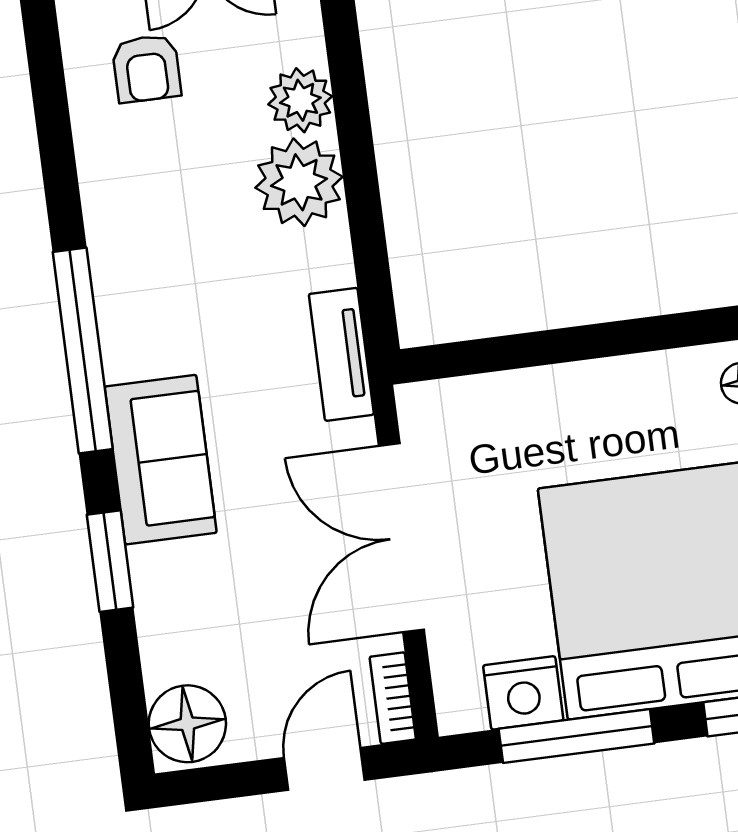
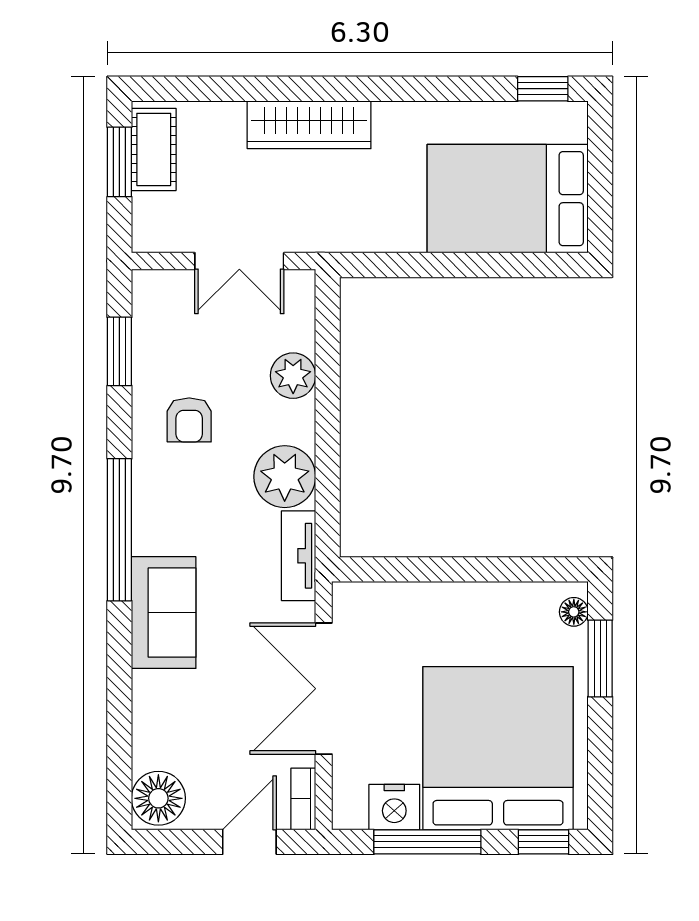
armchair: (146, 68) -> (189, 420), moved
plant: (299, 182) -> (285, 477), moved
window: (110, 561) -> (119, 351), moved

